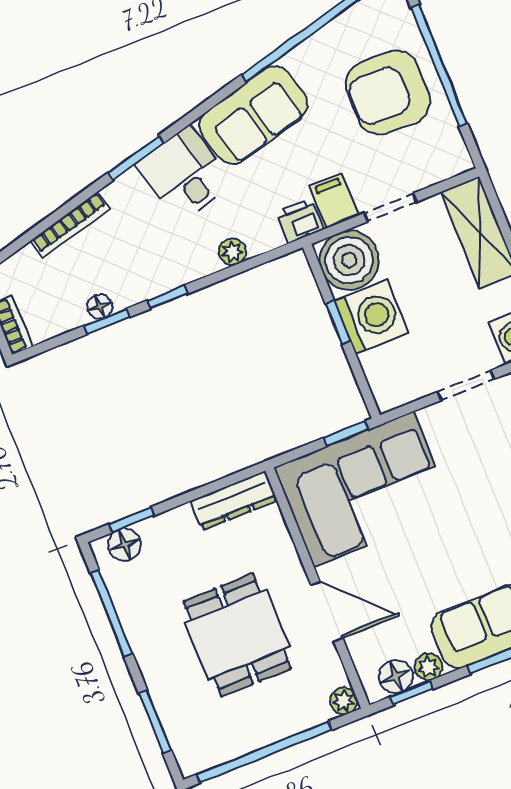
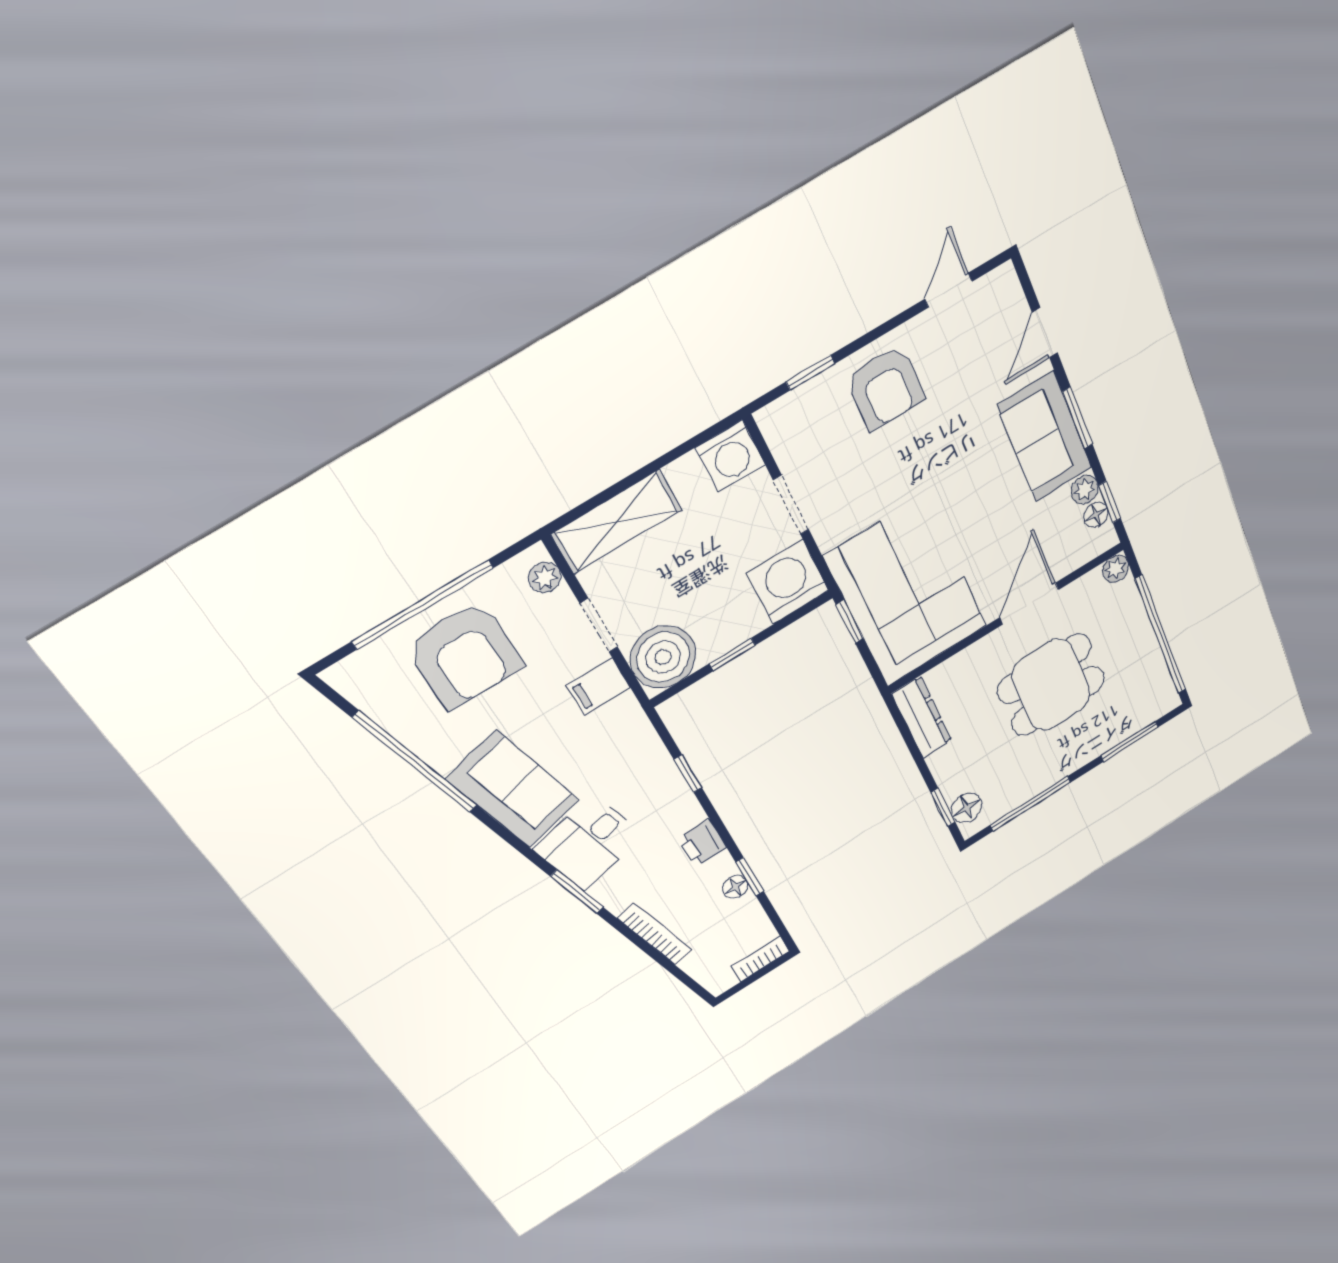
printer: (300, 221) -> (702, 843), moved
plant: (232, 252) -> (545, 577), moved
window: (167, 297) -> (688, 774), moved
washing machine: (371, 317) -> (788, 582), moved
floor lamp: (396, 676) -> (1096, 515), width x0.73, depth x0.73

